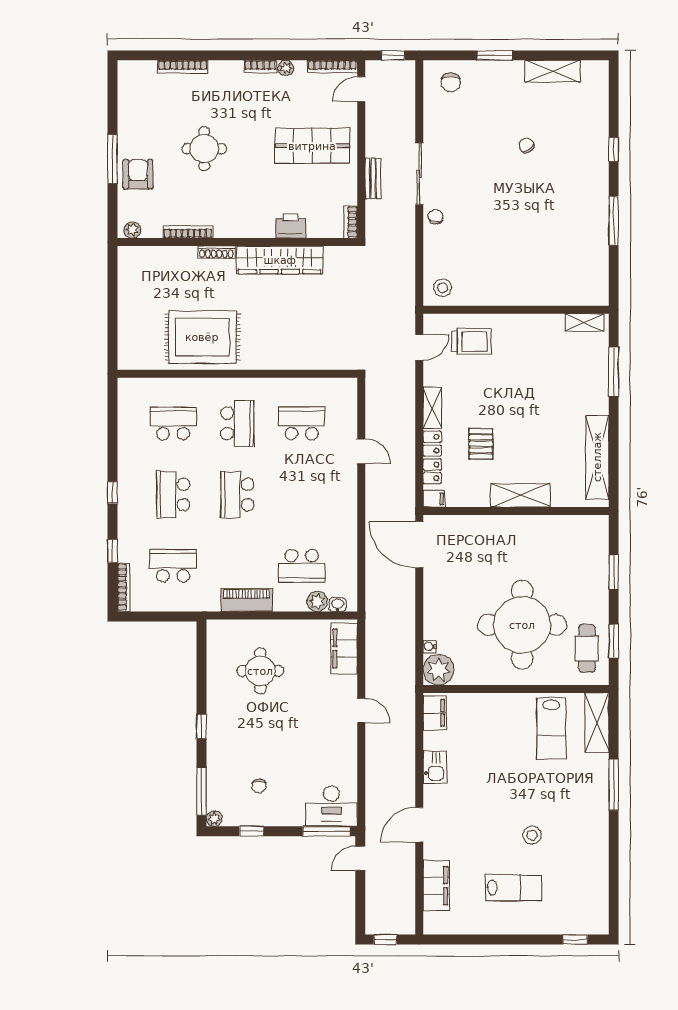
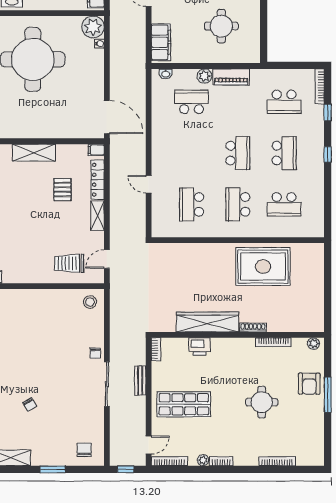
school desk: (302, 423) -> (192, 204), turned 90
plant: (317, 601) -> (204, 76), moved

